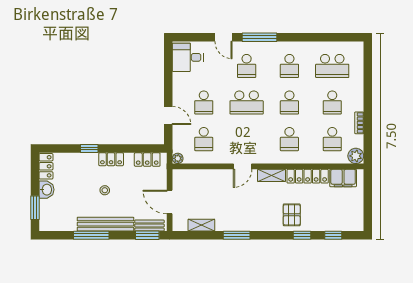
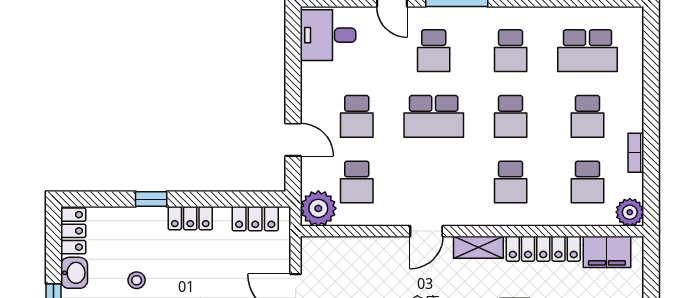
plant: (178, 158) -> (318, 208), width x1.88, depth x1.88
stool: (105, 190) -> (137, 280), moved

